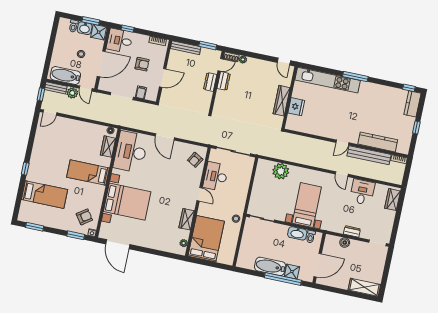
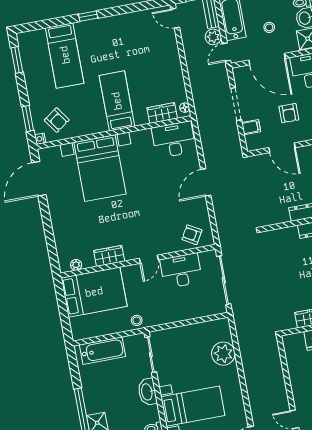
desk: (131, 152) -> (174, 140), width x0.73, depth x0.77
washbasin: (297, 233) -> (147, 392), moved
bathtub: (270, 266) -> (103, 351), moved, turned 90

